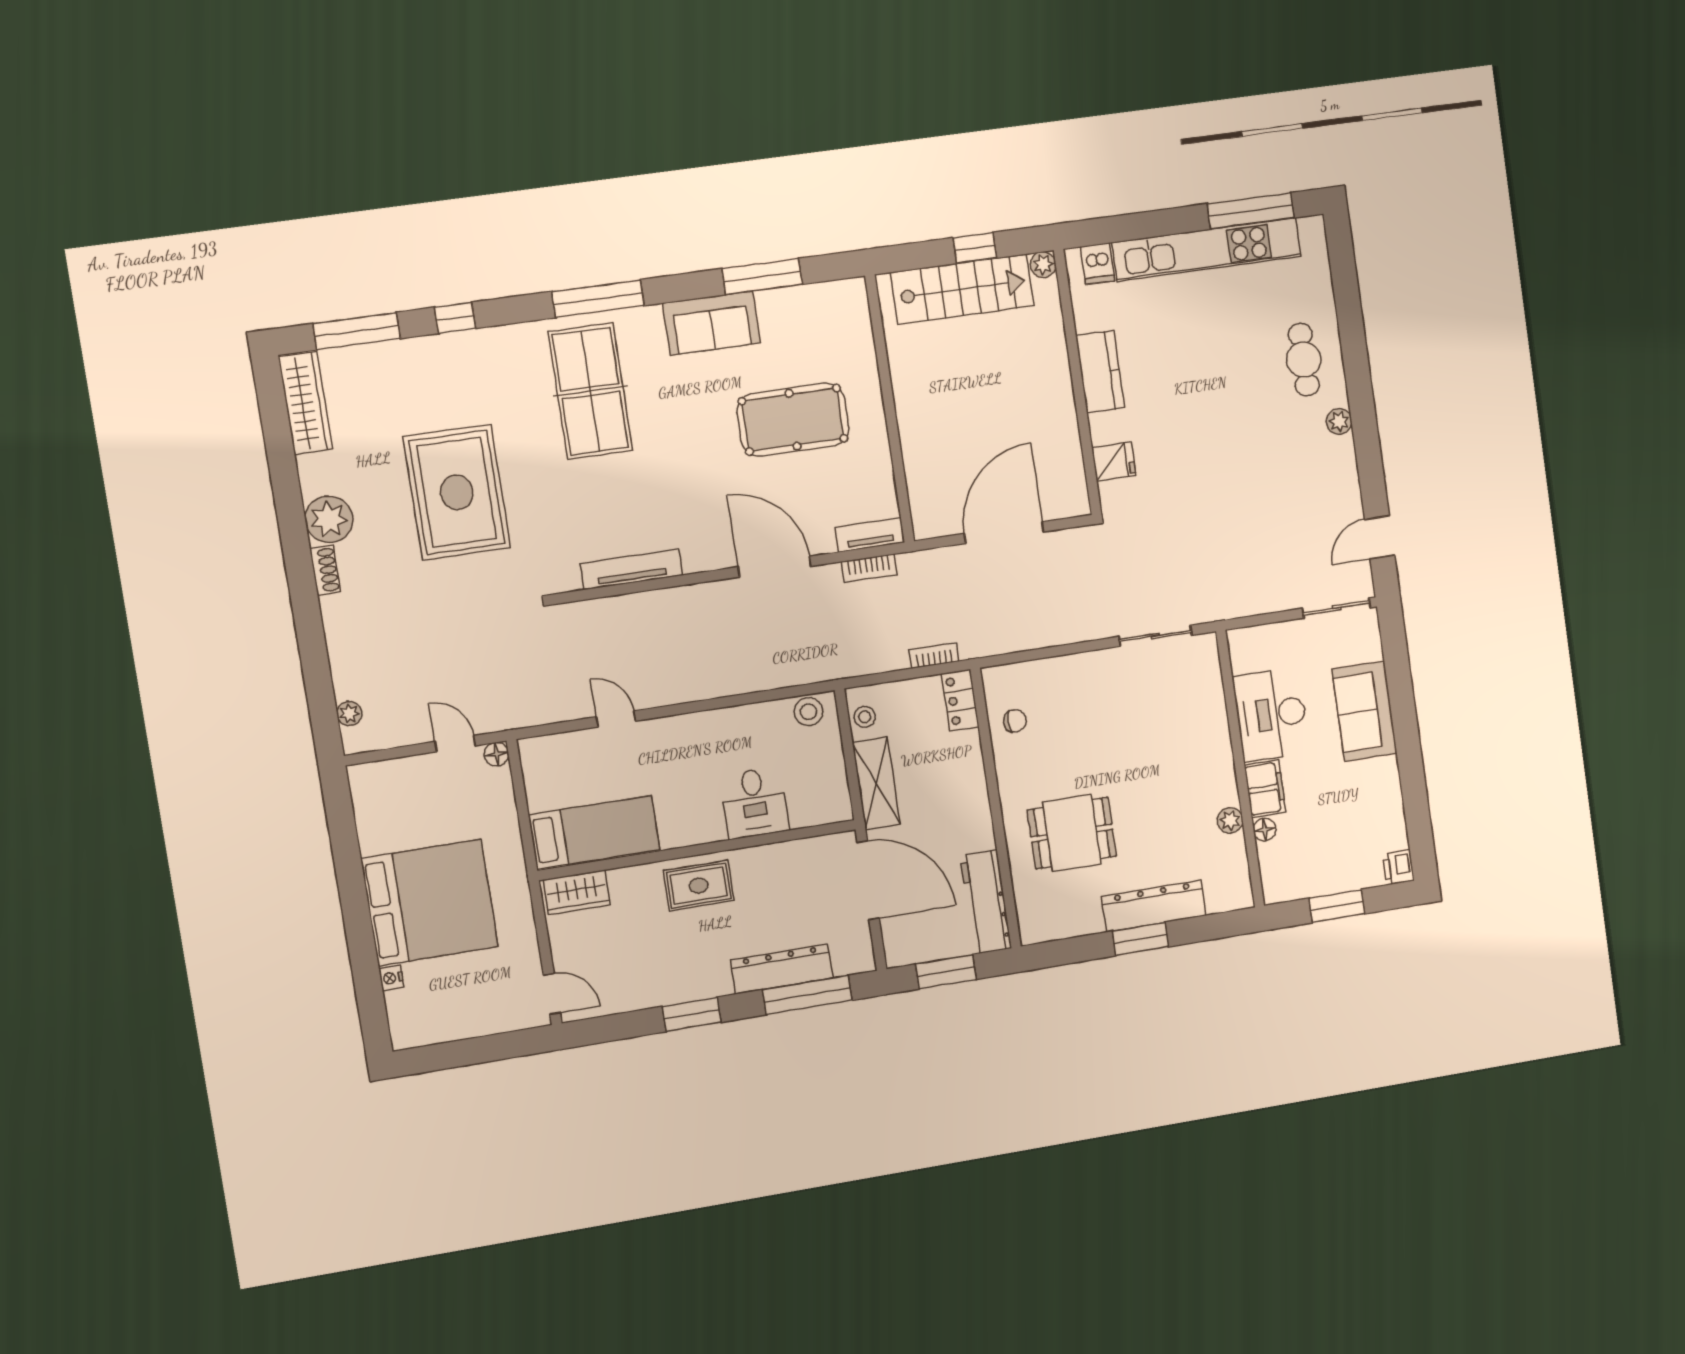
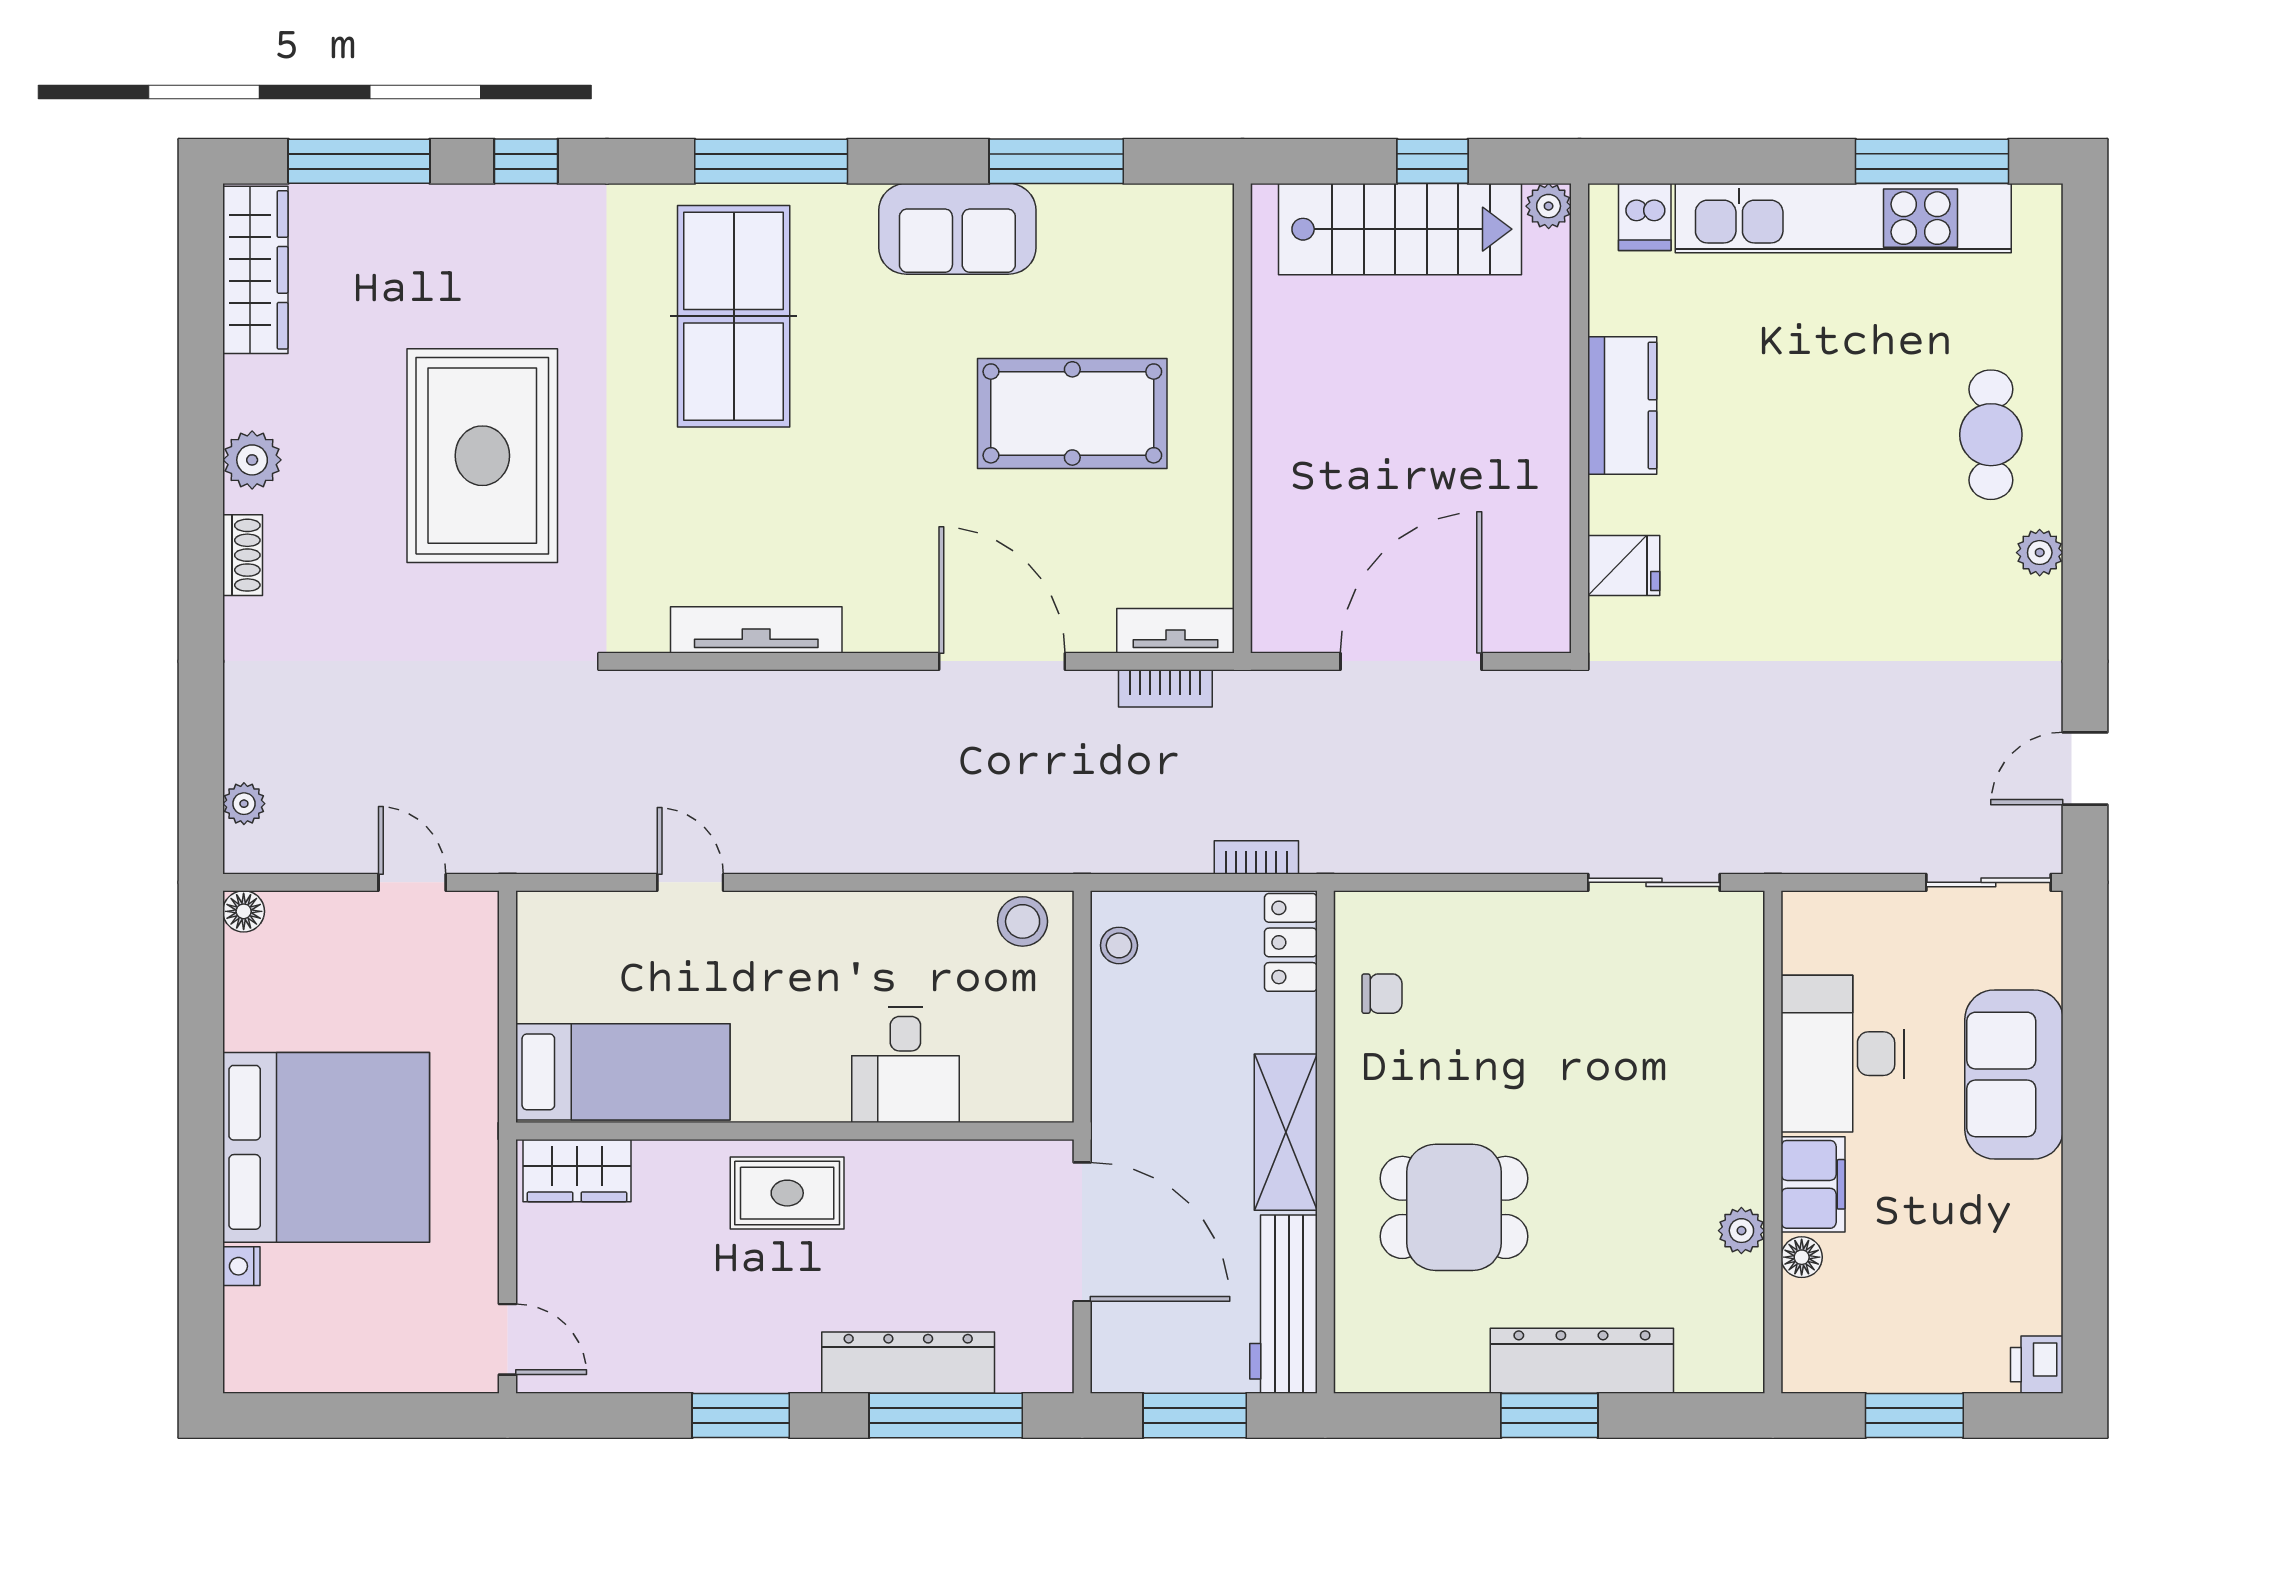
plant: (329, 519) -> (252, 460), width x0.73, depth x0.73
floor lamp: (496, 754) -> (244, 911), moved
shelving: (876, 783) -> (1286, 1132), moved

